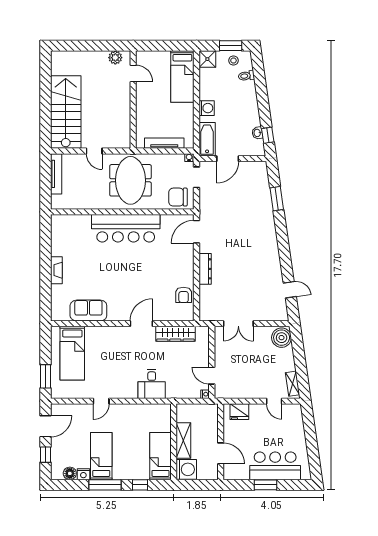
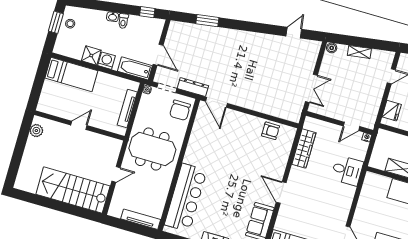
shower: (207, 59) -> (91, 55), moved
door: (133, 73) -> (79, 125), moved
toilet: (246, 76) -> (123, 21), moved
washbasin: (257, 133) -> (113, 17), moved
tv unit: (56, 174) -> (141, 219), moved
bar counter: (126, 228) -> (186, 197), moved
dresser: (205, 269) -> (193, 87), moved
door: (141, 324) -> (281, 192), moved
boiler: (282, 338) -> (332, 48), width x0.54, depth x0.54
desk: (152, 384) -> (347, 170), moved
shelving: (293, 384) -> (359, 52), moved

